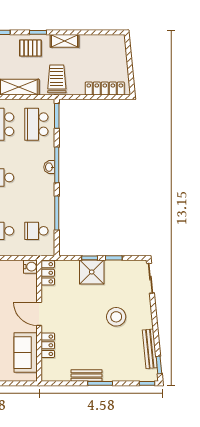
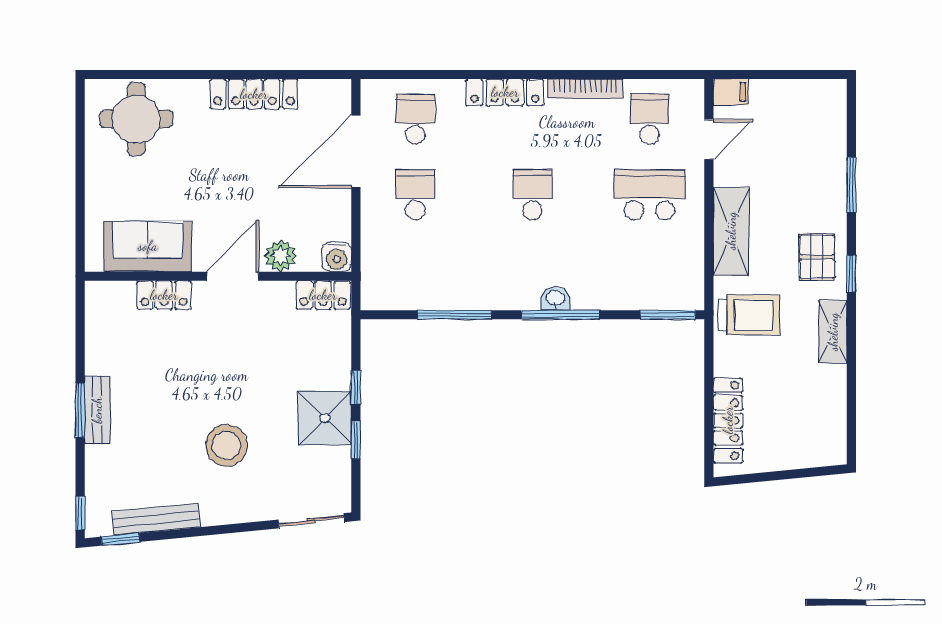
school desk: (36, 124) -> (650, 270), removed
school desk: (36, 231) -> (415, 270), removed
shower: (92, 272) -> (325, 418), moved
plant: (30, 292) -> (281, 256), added
bench: (87, 375) -> (97, 410), moved

